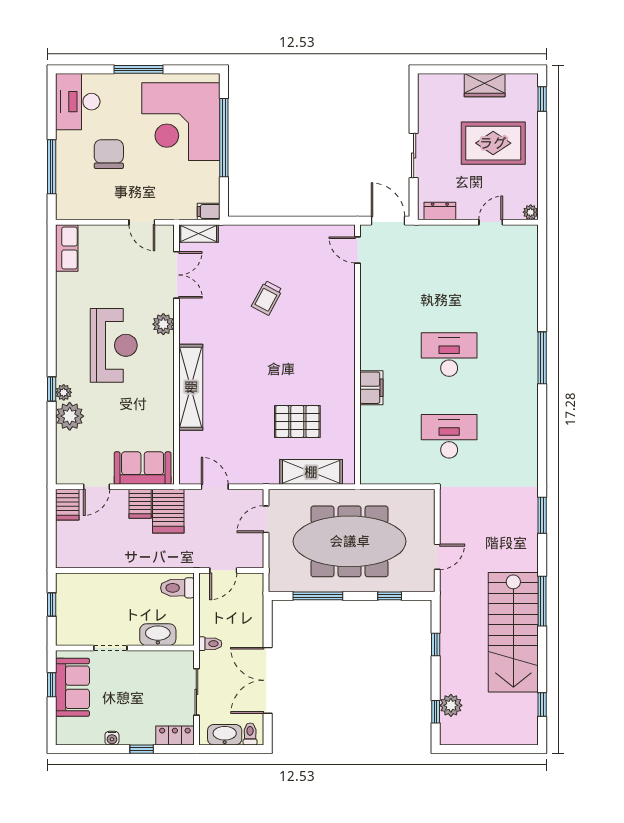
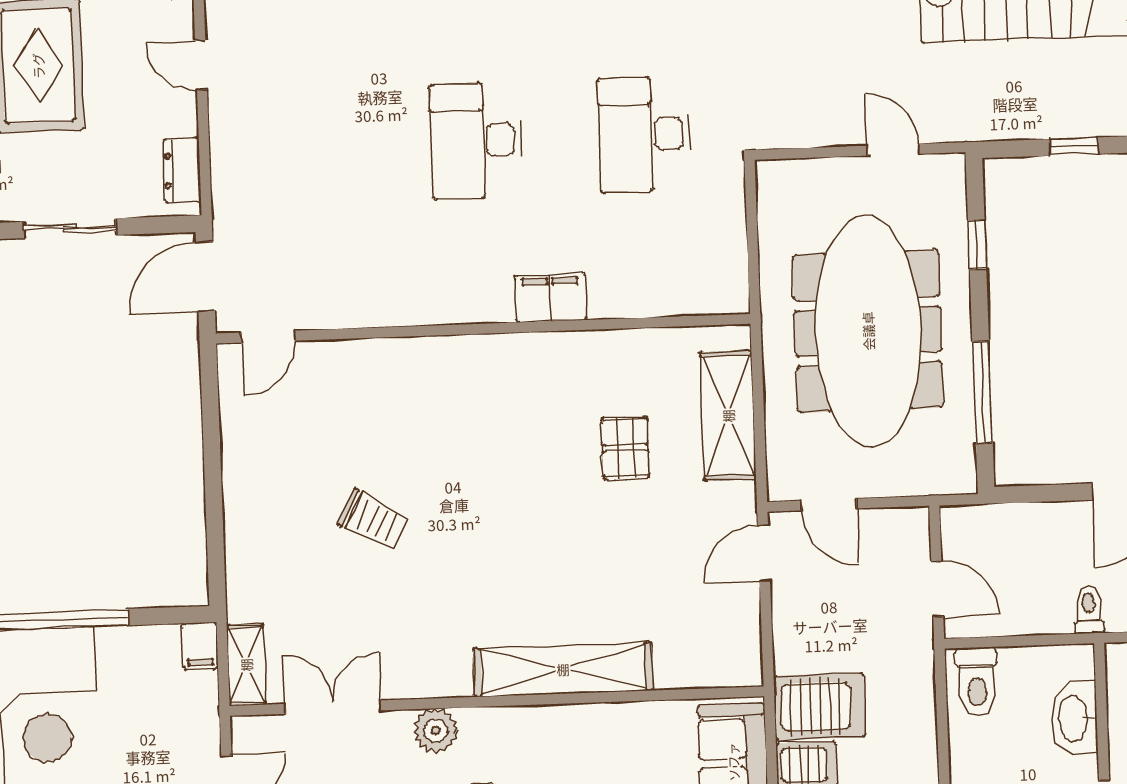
pallet: (297, 422) -> (625, 448), width x0.67, depth x0.71
door: (215, 487) -> (764, 553), moved

